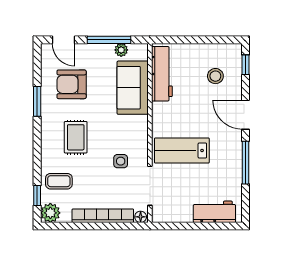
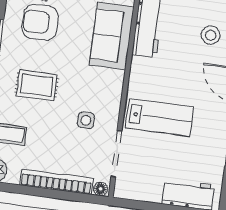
rug: (76, 137) -> (37, 85), turned 90
lab bench: (182, 150) -> (159, 117), turned 180

